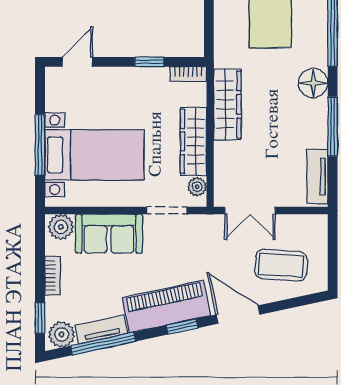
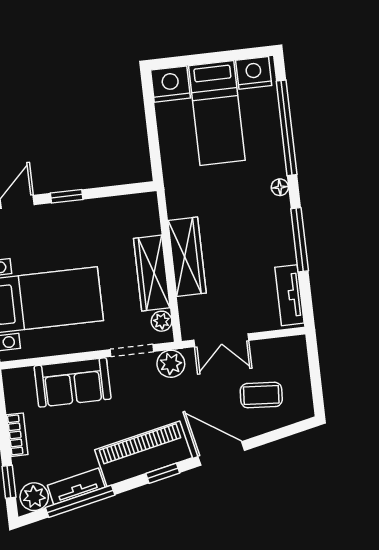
window: (149, 62) -> (67, 196), moved
bookcase: (188, 74) -> (138, 201), removed
floor lamp: (313, 83) -> (280, 187), width x0.53, depth x0.53
wardrobe: (227, 104) -> (187, 257), moved
plant: (61, 227) -> (171, 364), moved
coffee table: (281, 265) -> (261, 395), width x0.73, depth x0.77

